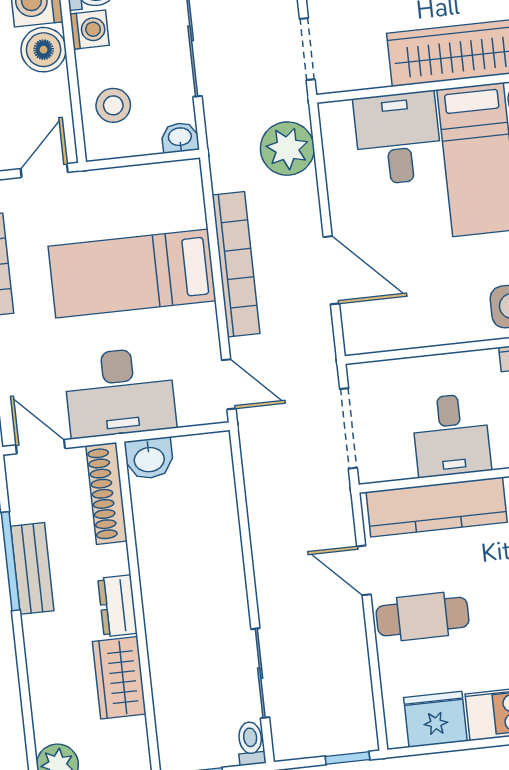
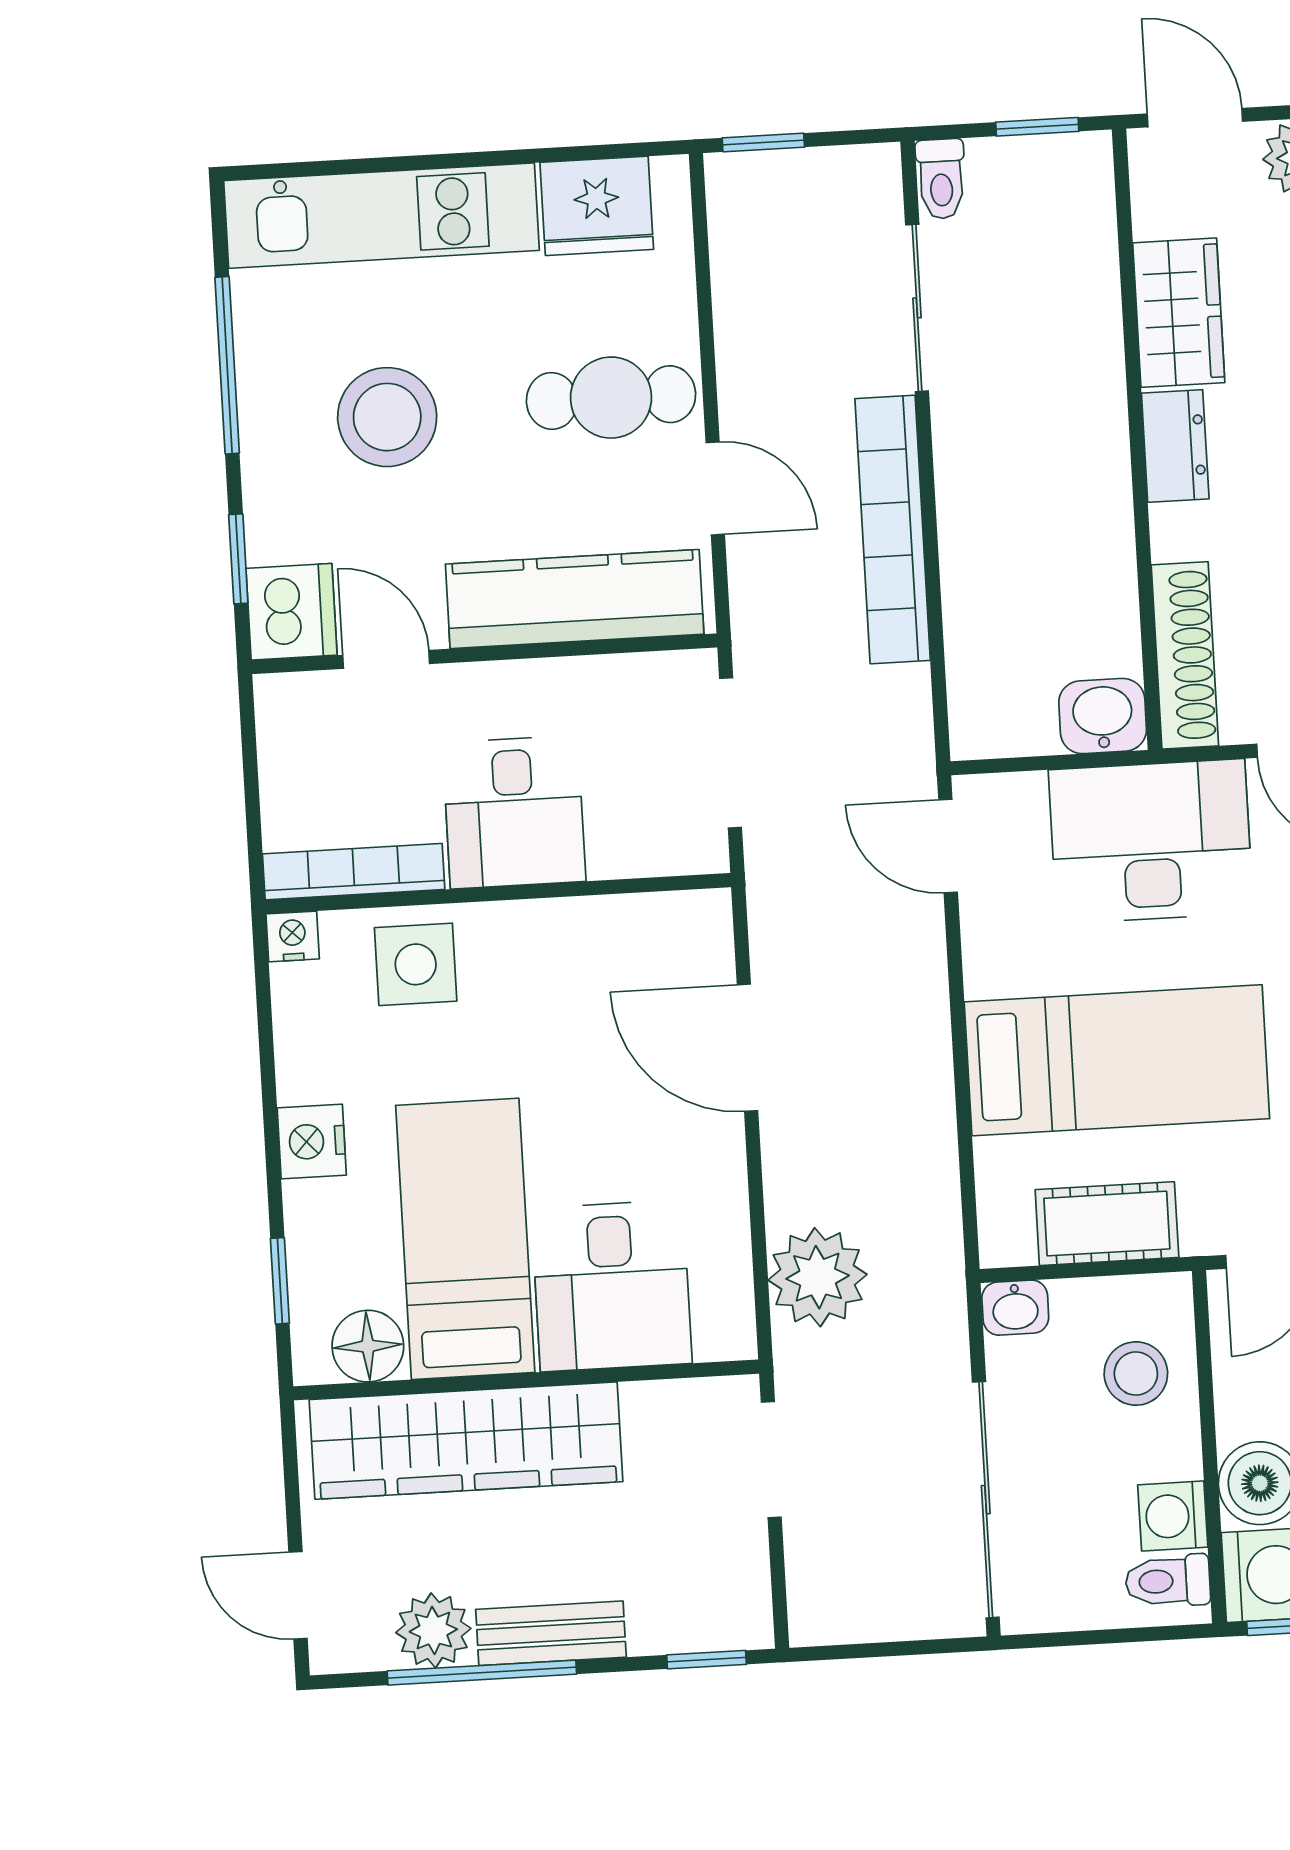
cot: (133, 185) -> (1107, 1224), added
bookcase: (236, 264) -> (893, 529), moved
desk: (451, 435) -> (514, 812), moved, turned 180

